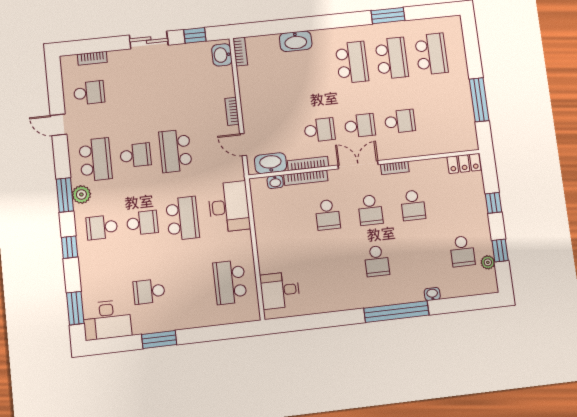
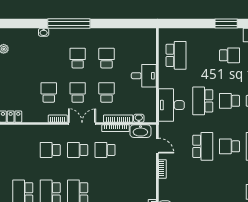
double door: (358, 165) -> (82, 124), swing flipped
school desk: (462, 251) -> (107, 58), moved
desk: (280, 290) -> (144, 76), moved

